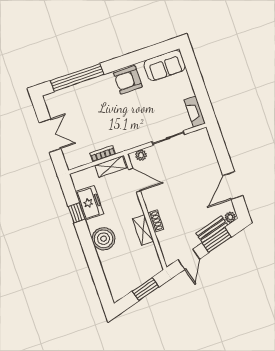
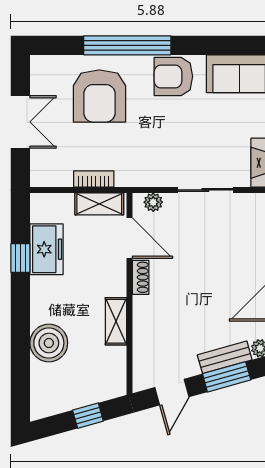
window: (77, 78) -> (127, 45), moved
armchair: (90, 105) -> (99, 96), added
shoe rack: (156, 221) -> (141, 277), moved
boiler: (103, 239) -> (49, 343), moved
window: (146, 289) -> (88, 416), width x0.67

